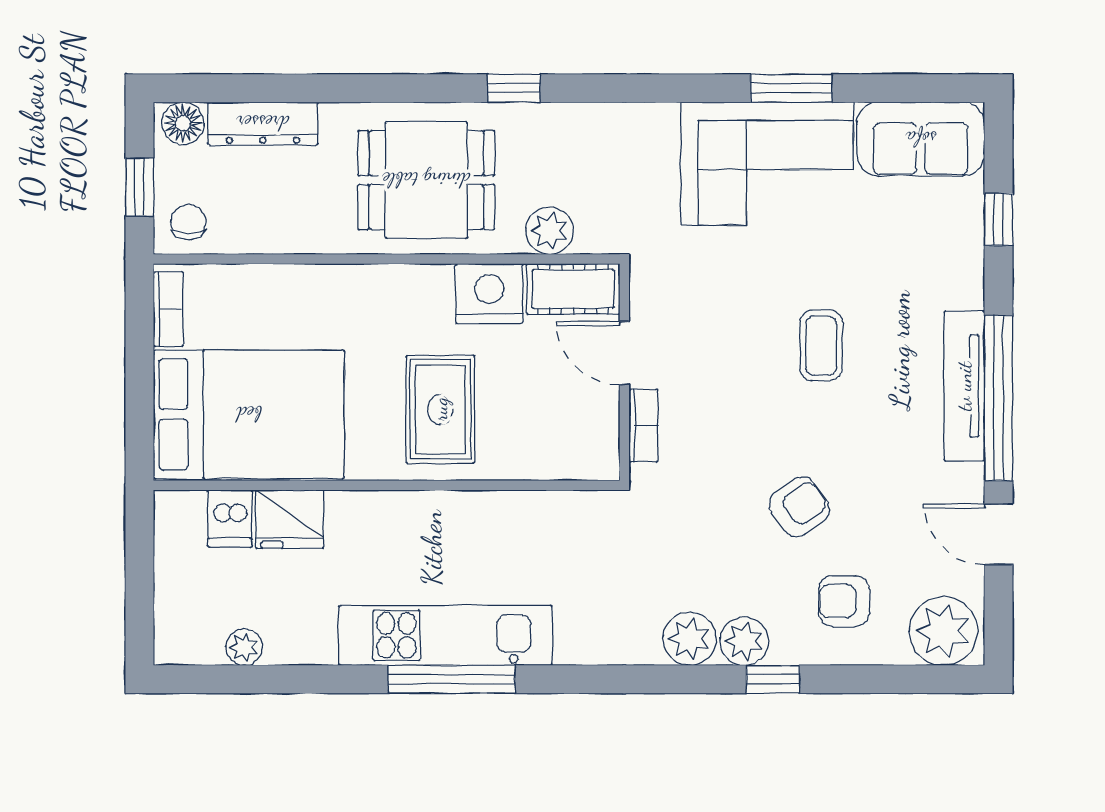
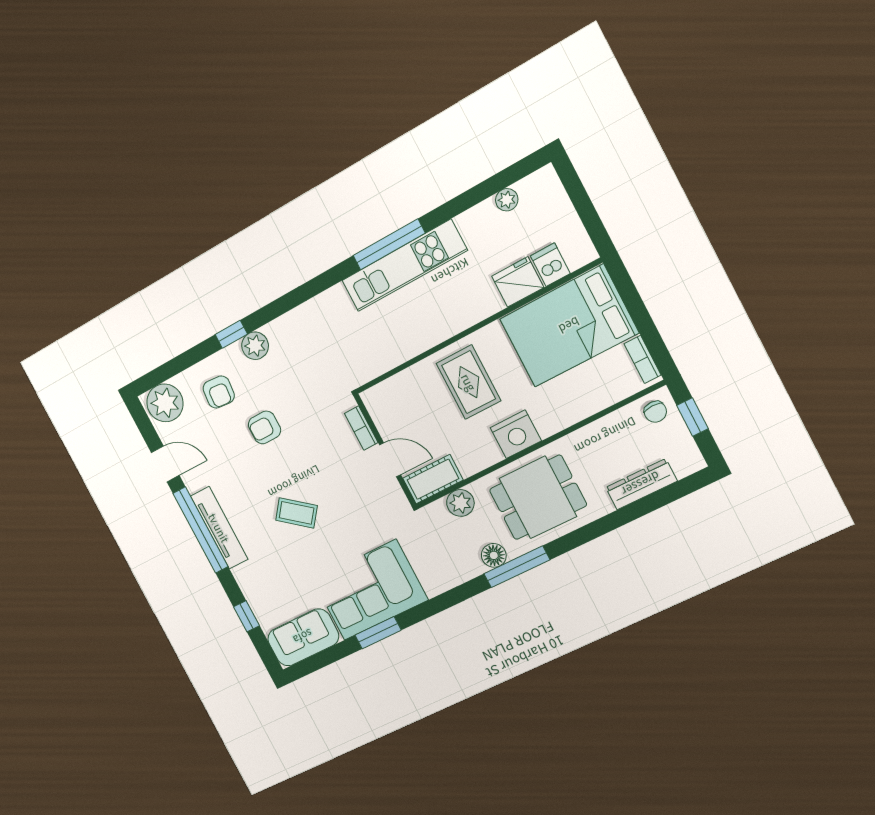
window: (514, 88) -> (517, 567), width x2.17
floor lamp: (183, 123) -> (494, 555), moved
nightstand: (489, 294) -> (516, 434), moved
coffee table: (821, 346) -> (297, 513), turned -52
armchair: (799, 507) -> (264, 427), turned 35
armchair: (844, 601) -> (219, 392), turned 95
plant: (689, 639) -> (282, 332), removed

